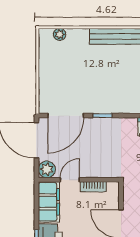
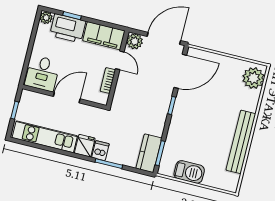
plant: (60, 34) -> (253, 78), width x1.87, depth x1.87
door: (66, 116) -> (180, 71), swing flipped

